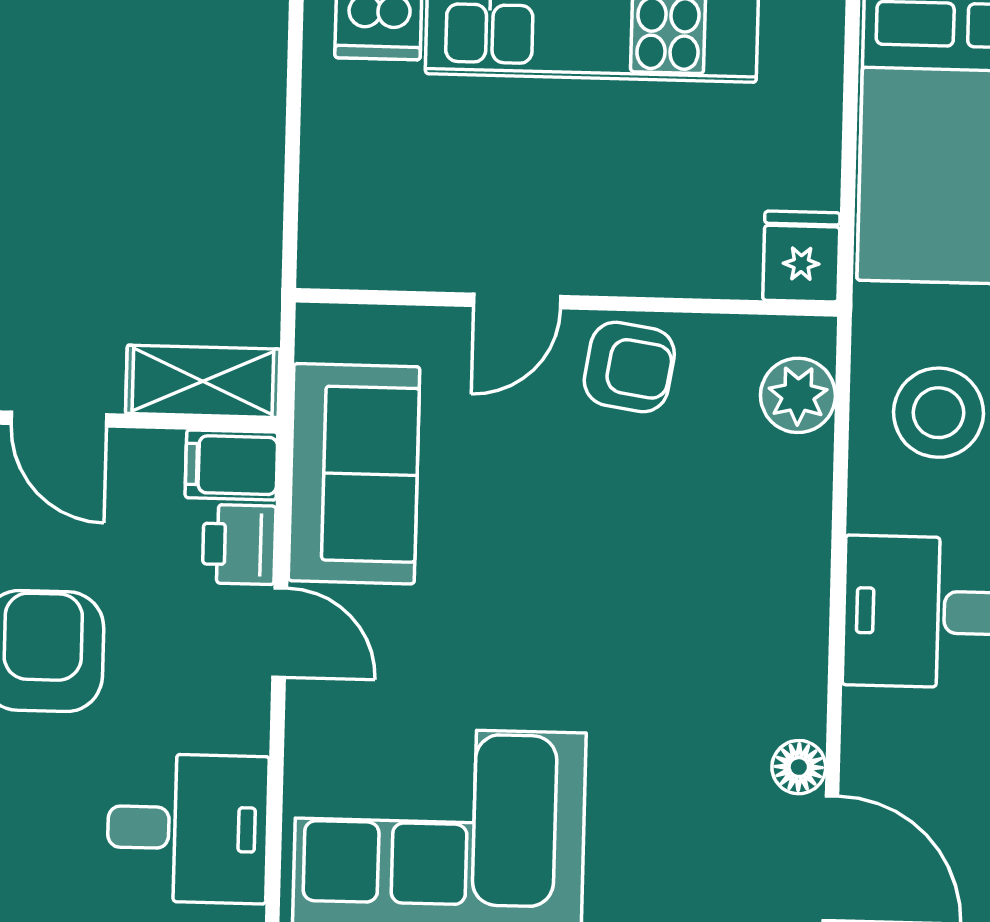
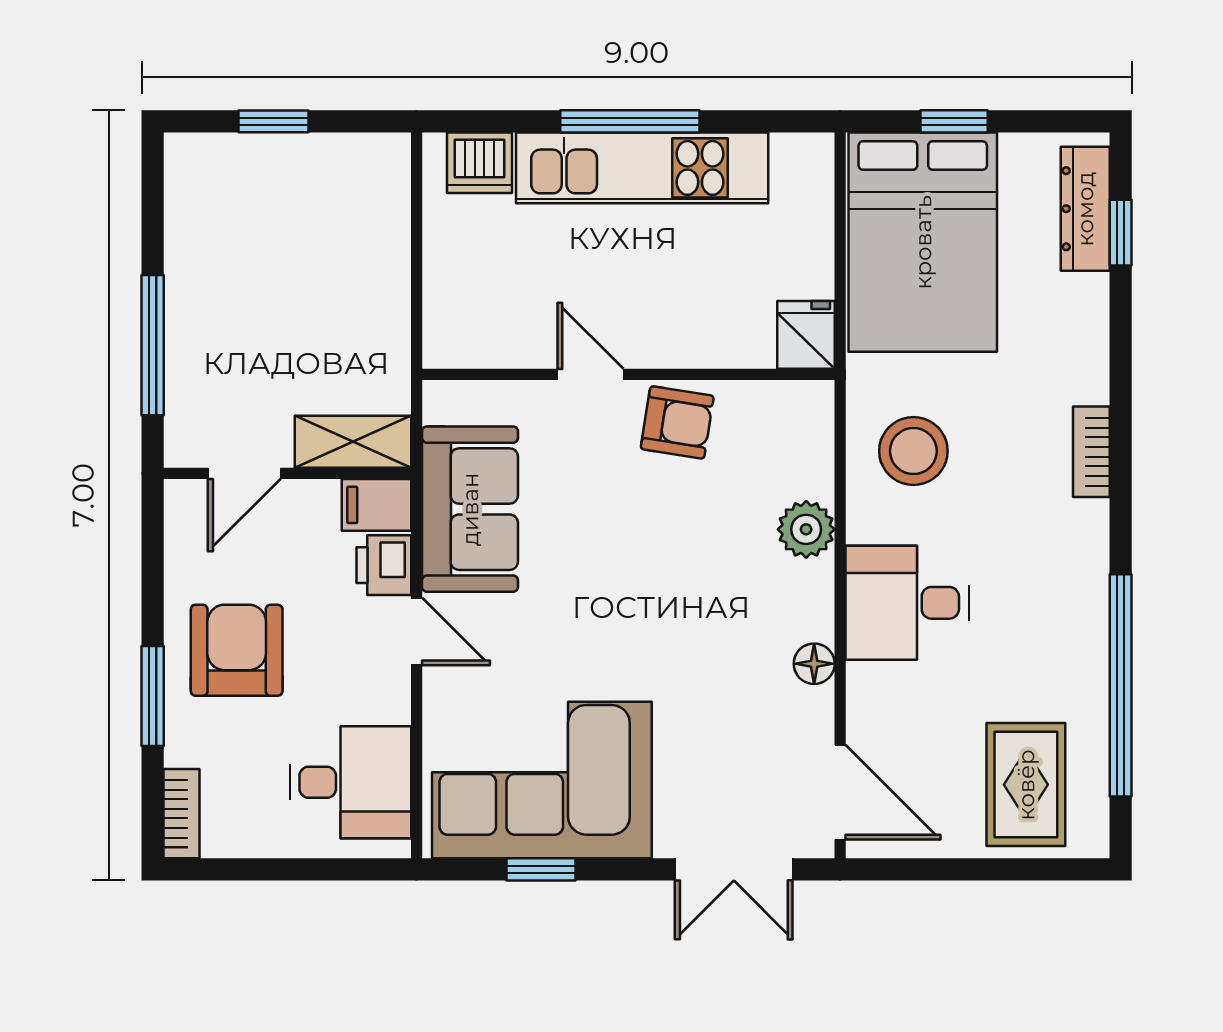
door: (517, 301) -> (591, 374), swing flipped
plant: (798, 395) -> (806, 529), moved
door: (59, 419) -> (244, 473), hinge flipped
floor lamp: (799, 767) -> (814, 664), moved

